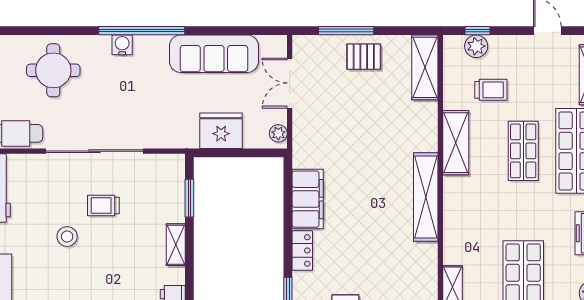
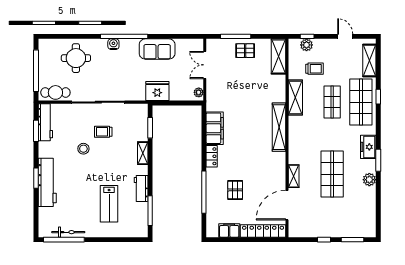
sofa: (214, 54) -> (157, 49), width x0.73
fridge: (221, 131) -> (157, 91), moved

